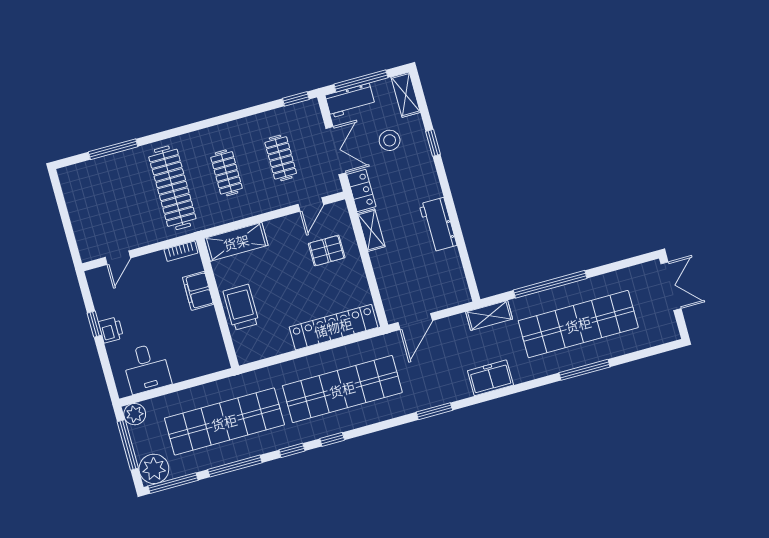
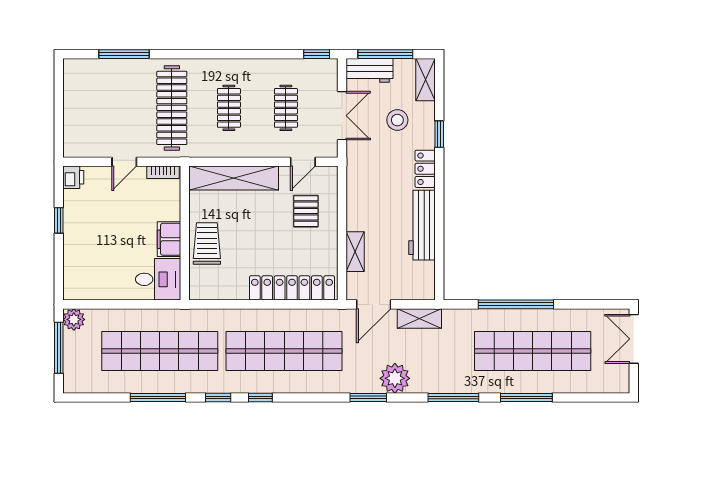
locker: (361, 191) -> (425, 169), moved, turned 180
workbench: (438, 225) -> (422, 225), width x1.38
shelving: (371, 230) -> (355, 252), moved
shelving: (236, 242) -> (234, 178), width x1.47
pallet: (327, 251) -> (306, 211), turned 90
door: (118, 258) -> (124, 162), moved
double door: (671, 286) -> (634, 339), swing flipped
filing cabinet: (198, 291) -> (169, 239), moved
shelving: (489, 315) -> (419, 318), moved
printer: (111, 330) -> (73, 177), moved
desk: (147, 368) -> (158, 279), moved, turned -90
freezer: (490, 378) -> (432, 380), removed
plant: (154, 469) -> (395, 378), moved
window: (173, 483) -> (453, 397), moved

